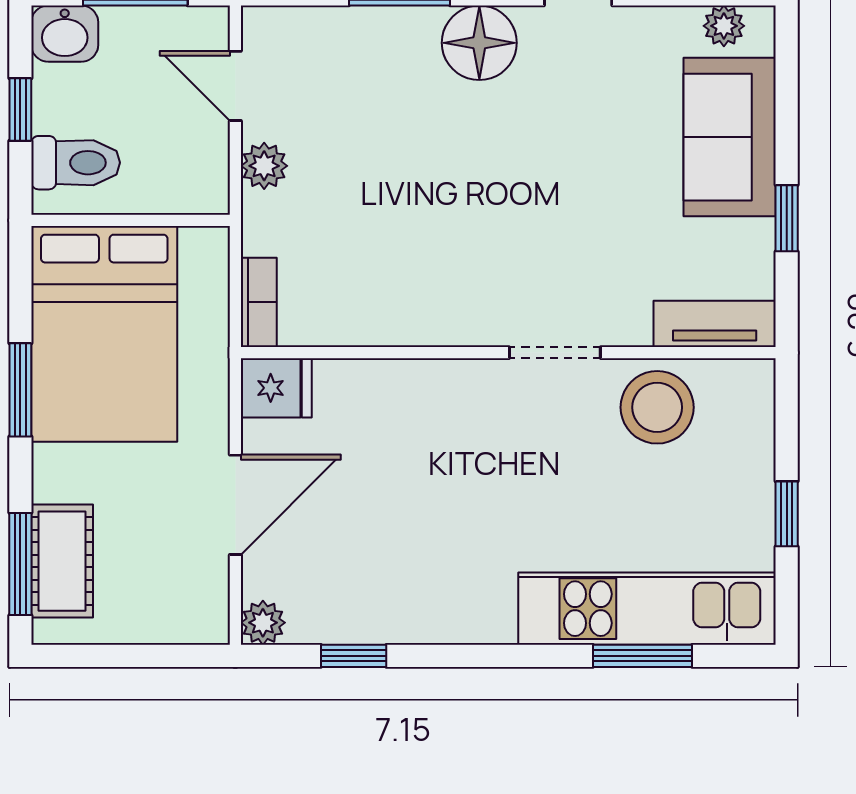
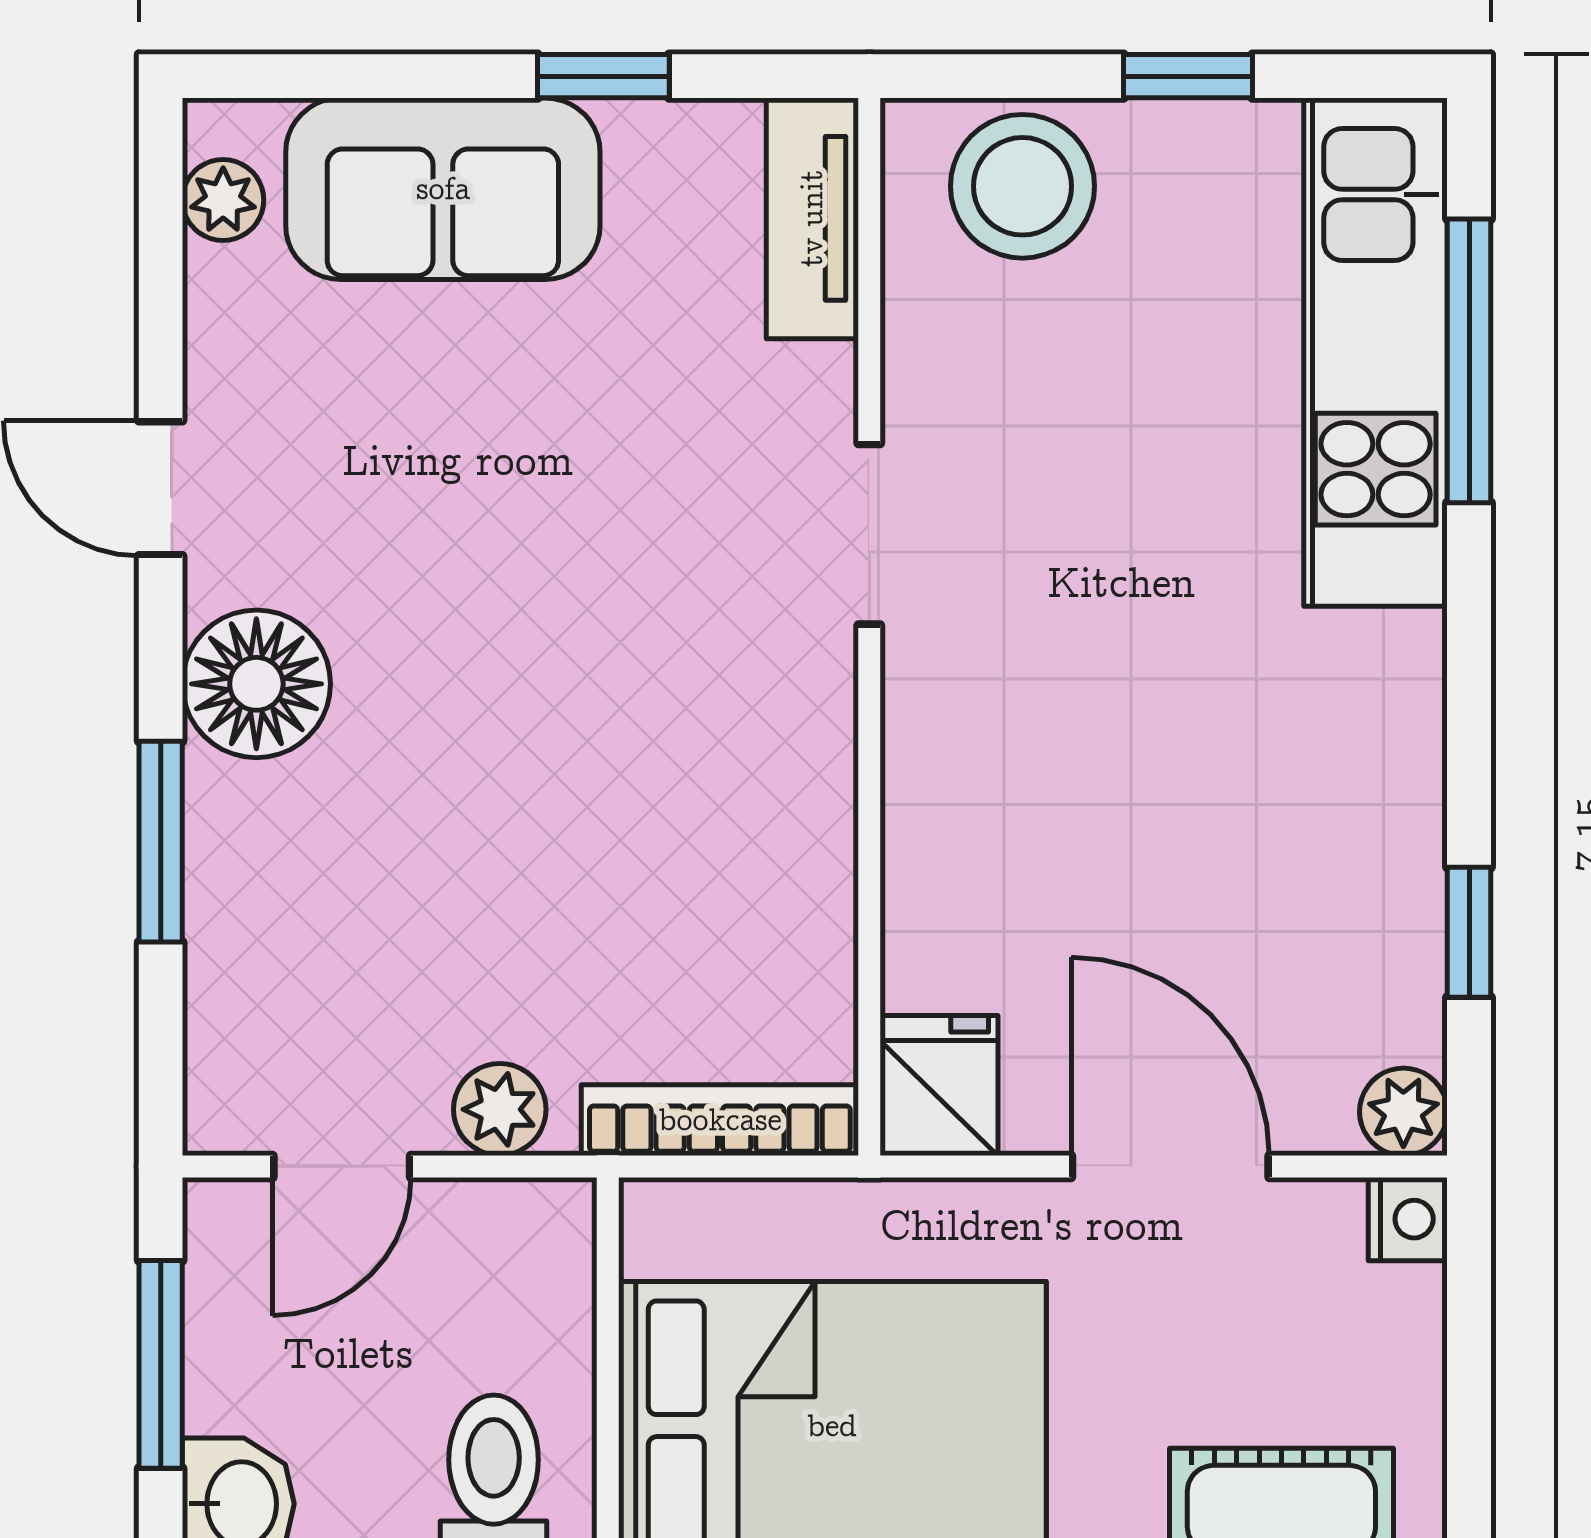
bookcase: (259, 302) -> (720, 1120), width x1.56
stool: (657, 407) -> (1022, 186), moved
nightstand: (209, 625) -> (1408, 1219), added
window: (643, 656) -> (1469, 361), width x1.44

